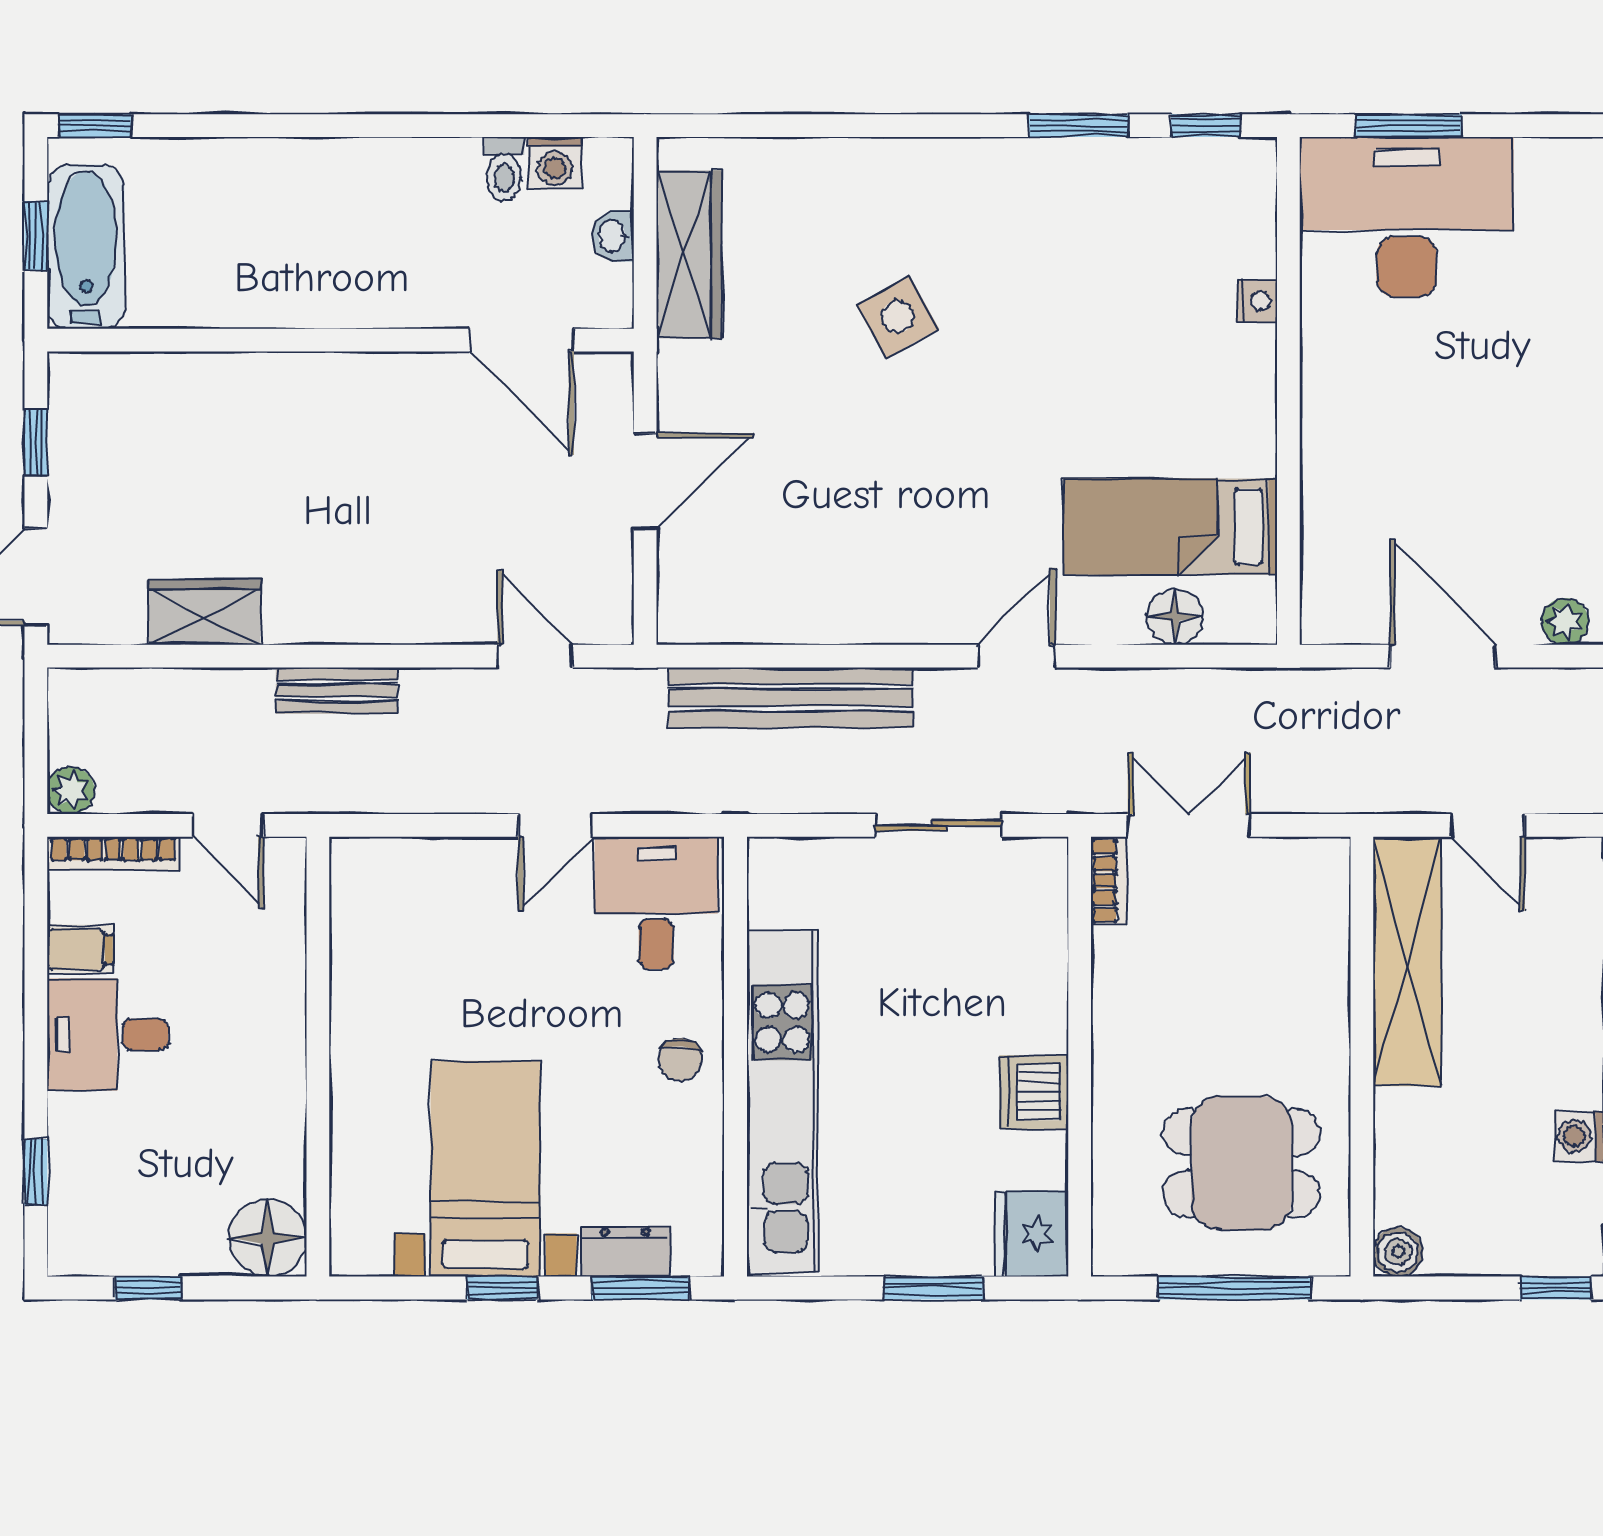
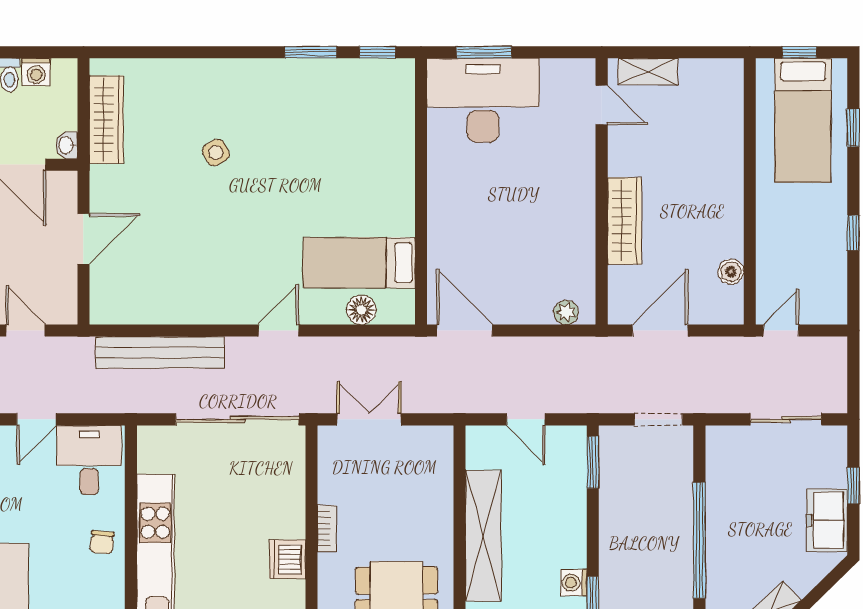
washbasin: (613, 236) -> (67, 145), moved
nightstand: (1257, 301) -> (405, 144), removed
side table: (898, 317) -> (216, 153), width x0.73, depth x0.73
door: (1443, 656) -> (465, 331), moved
sliding door: (939, 825) -> (237, 419), width x1.86
bookcase: (1109, 881) -> (327, 529), moved
shelving: (1407, 961) -> (483, 536), moved

